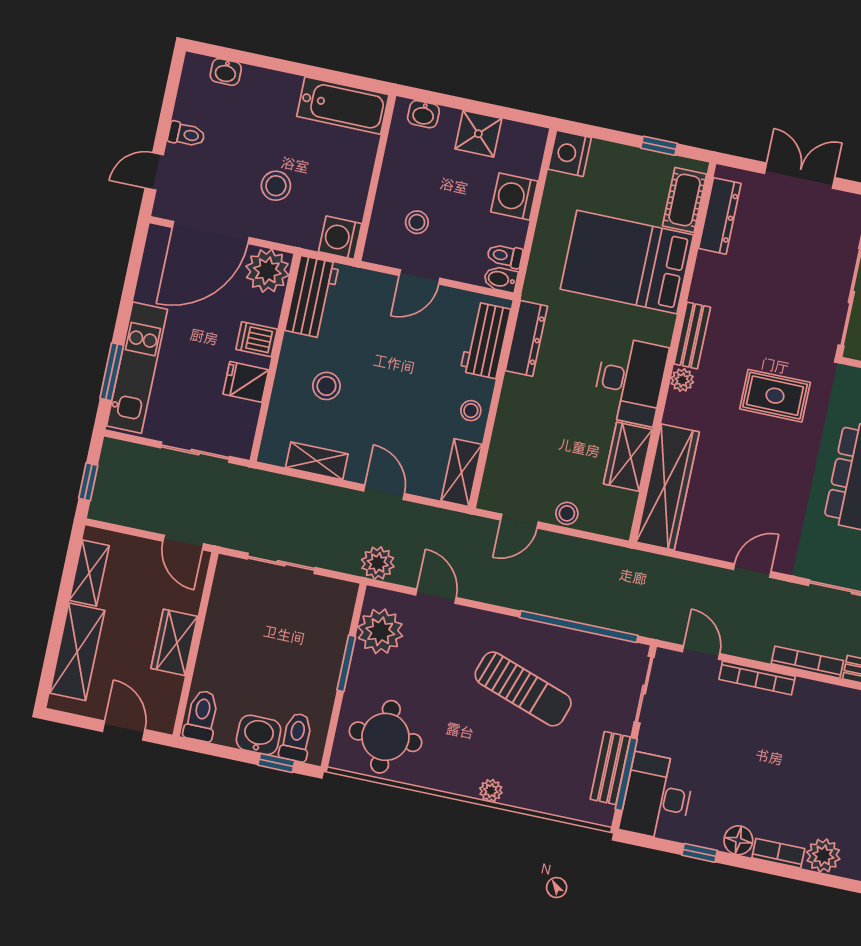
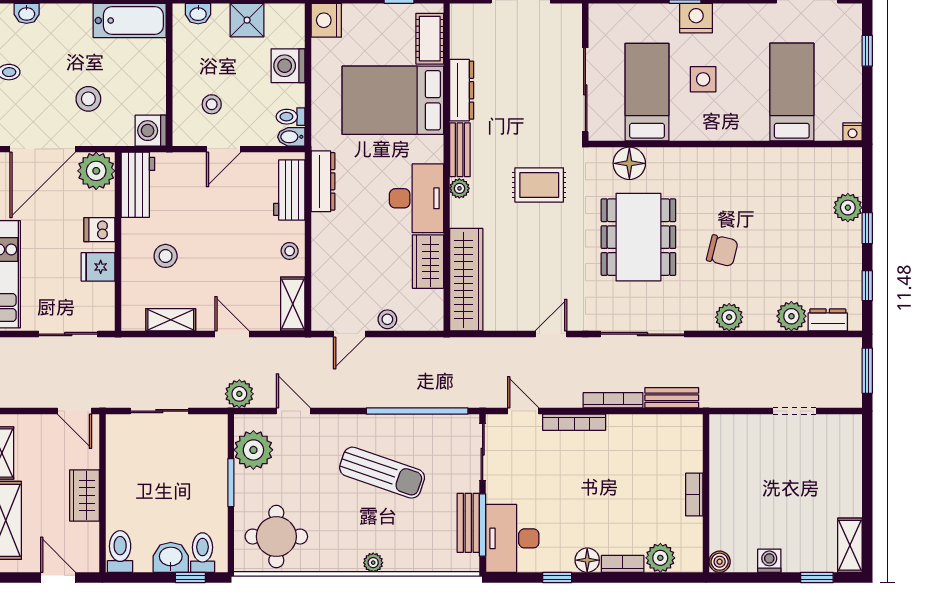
dresser: (720, 216) -> (462, 90), moved

